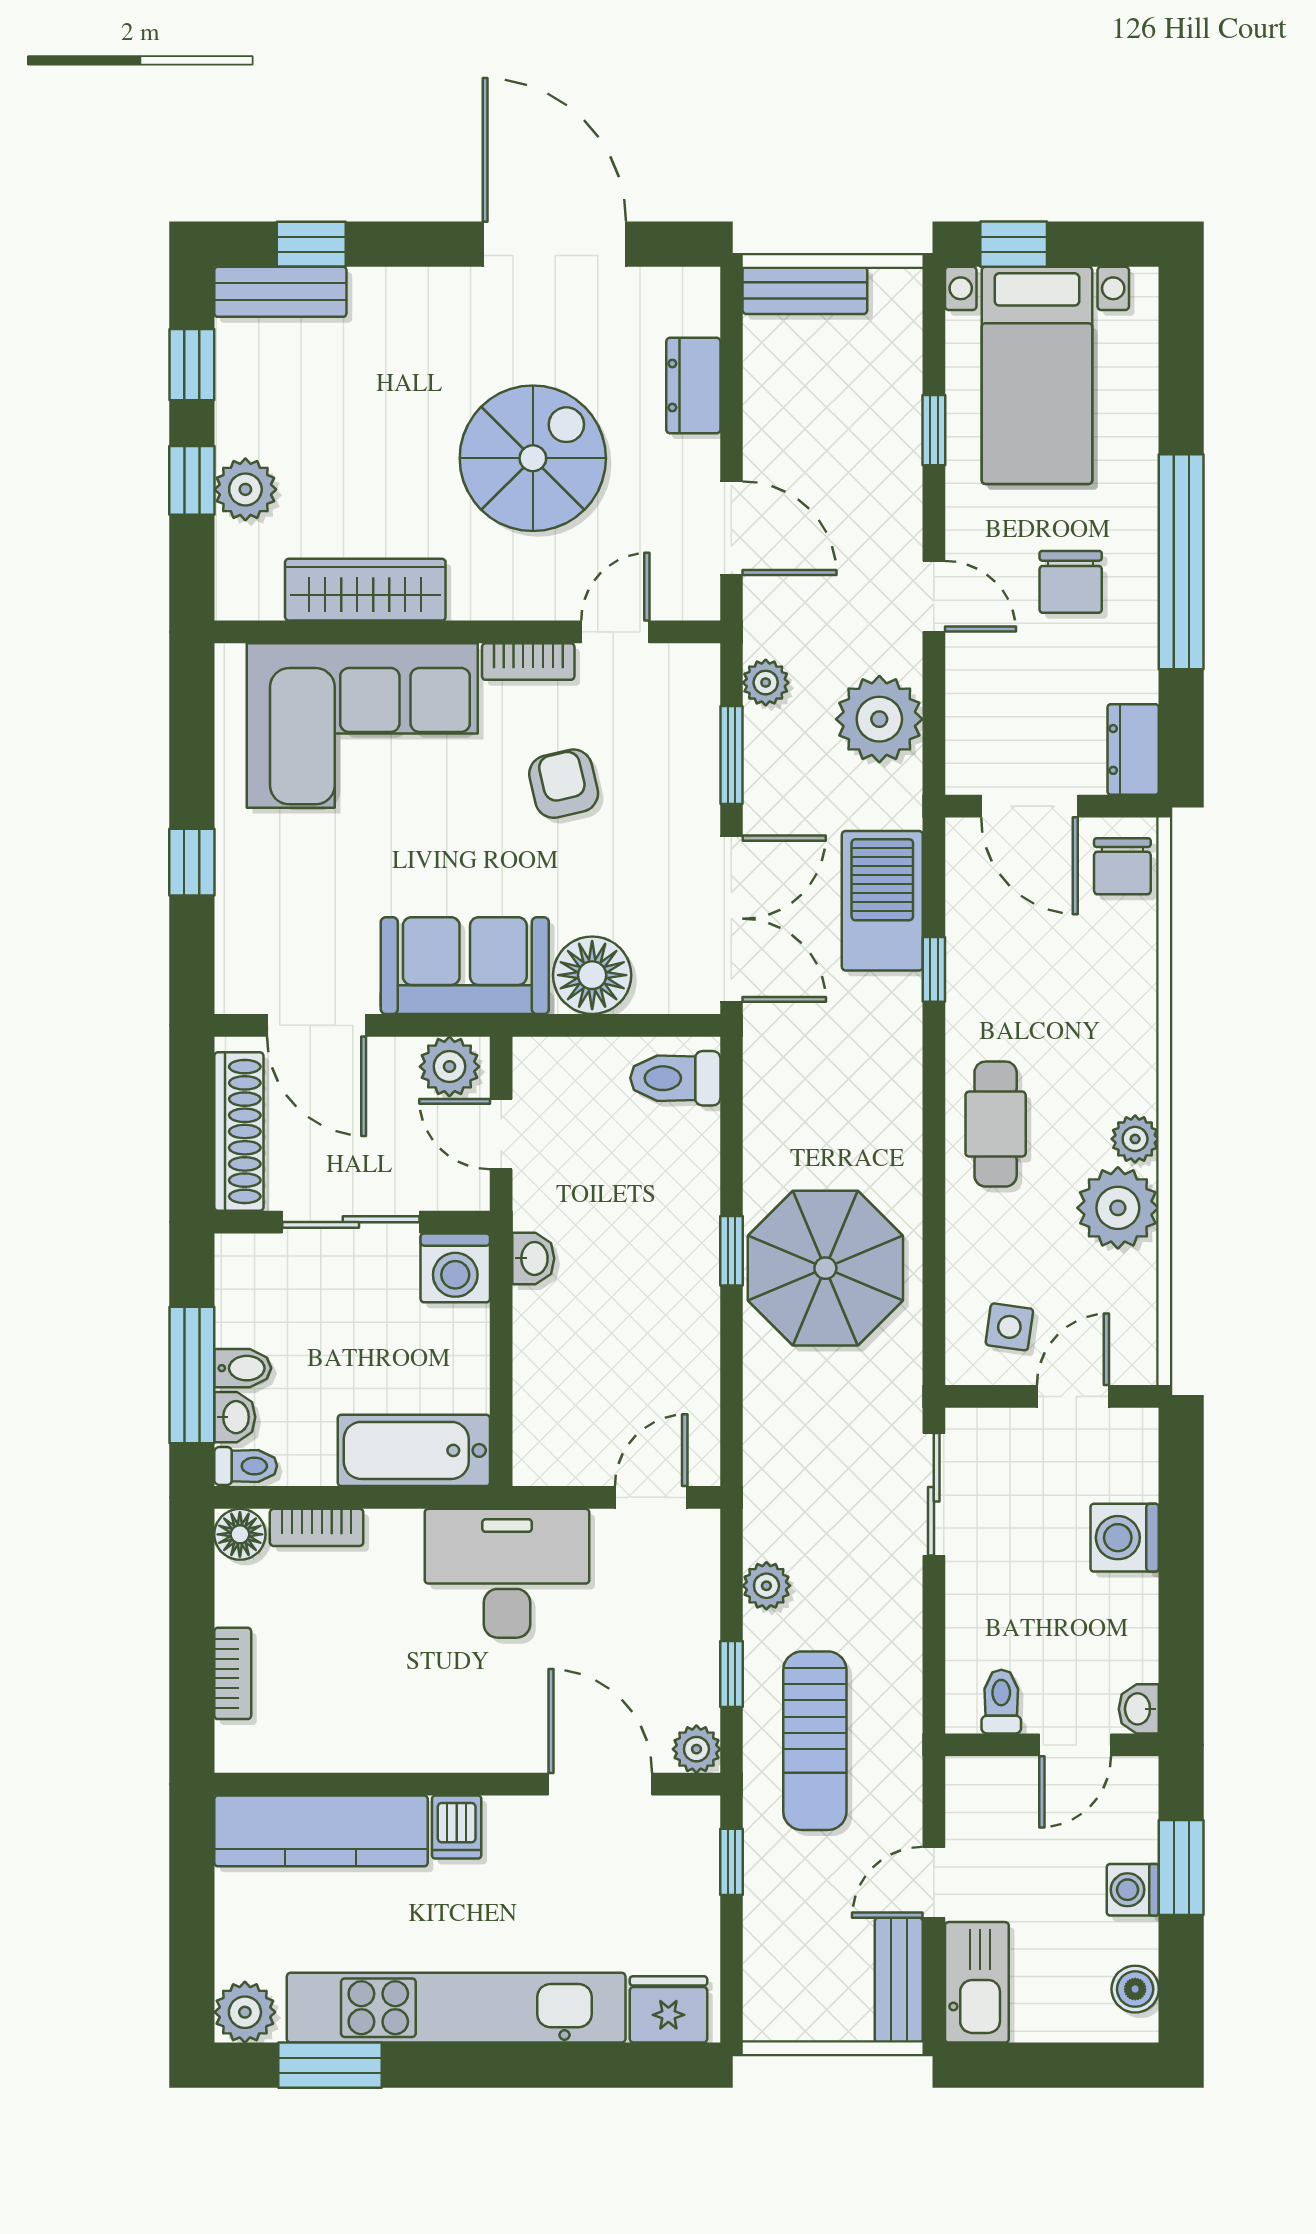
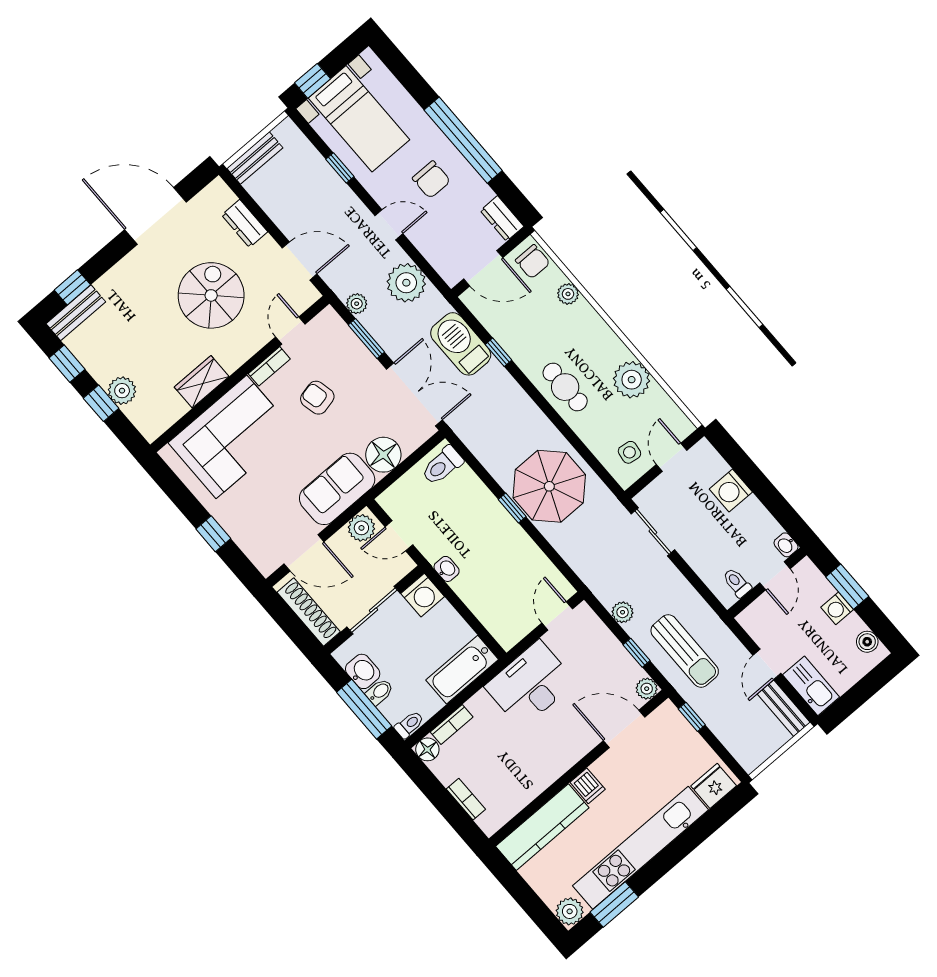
wardrobe: (365, 590) -> (202, 382), width x0.67
plant: (1135, 1139) -> (568, 294), moved
washbasin: (235, 1417) -> (363, 671), moved, width x1.38, depth x1.45

